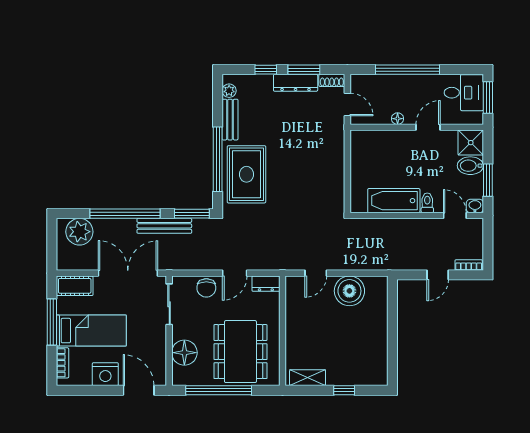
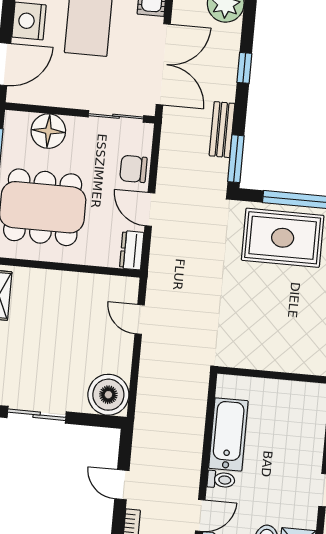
window: (125, 214) -> (244, 68), width x0.32
bench: (164, 226) -> (222, 130), width x0.73
boiler: (349, 291) -> (108, 395), moved
sliding door: (392, 342) -> (37, 415), added

